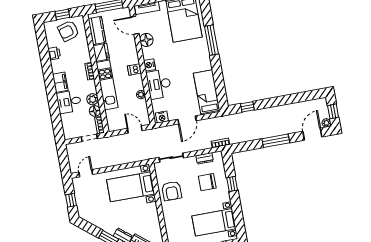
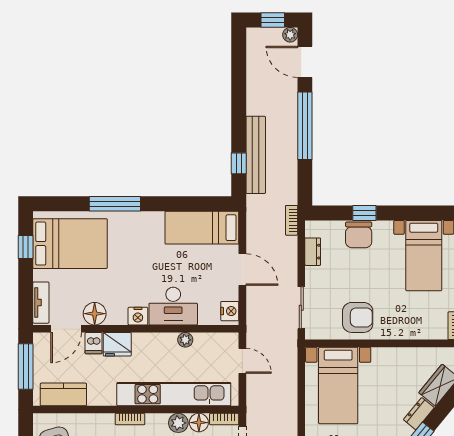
fridge: (101, 52) -> (117, 344), moved, turned 180
dishwasher: (134, 70) -> (94, 343), moved
kitchen unit: (107, 85) -> (174, 394), width x1.36
bench: (254, 116) -> (256, 155), added
door: (135, 129) -> (242, 361), swing flipped
window: (276, 141) -> (305, 126), width x1.46
chair: (207, 182) -> (359, 235), moved

